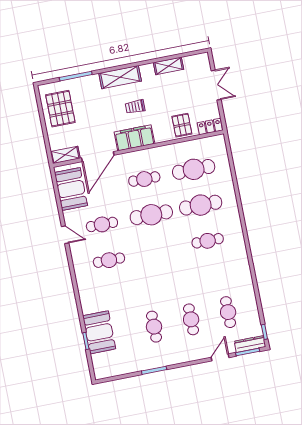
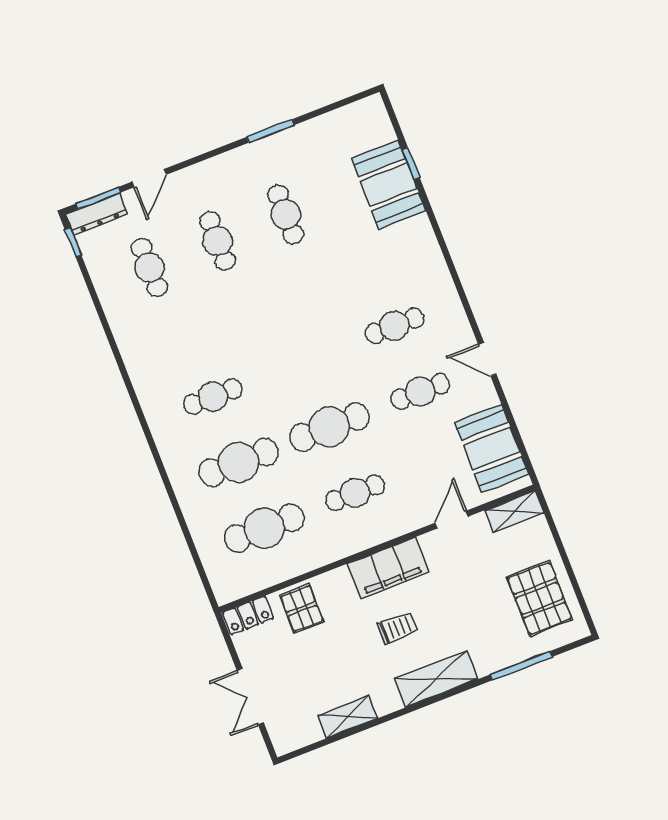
door: (98, 157) -> (452, 520), width x0.53

